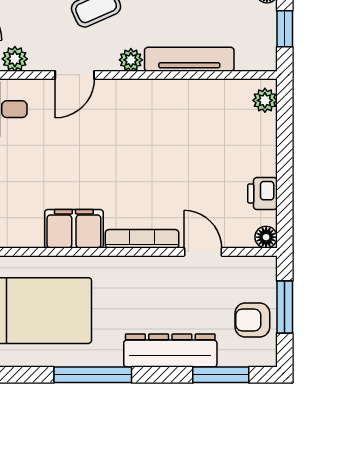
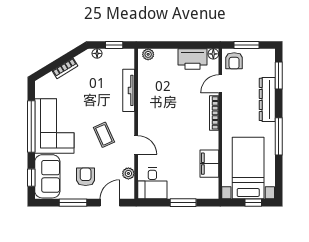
plant: (131, 60) -> (129, 118), removed
printer: (262, 194) -> (192, 59), width x1.87, depth x1.48
filing cabinet: (74, 229) -> (209, 164), moved
armchair: (252, 320) -> (234, 61), moved

